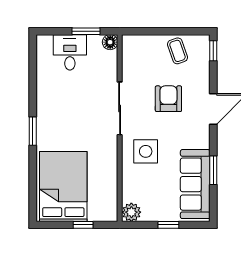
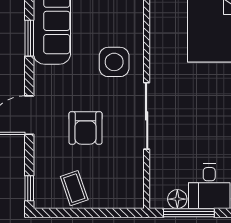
window: (86, 31) -> (189, 213), width x1.44
floor lamp: (110, 42) -> (177, 199), moved

